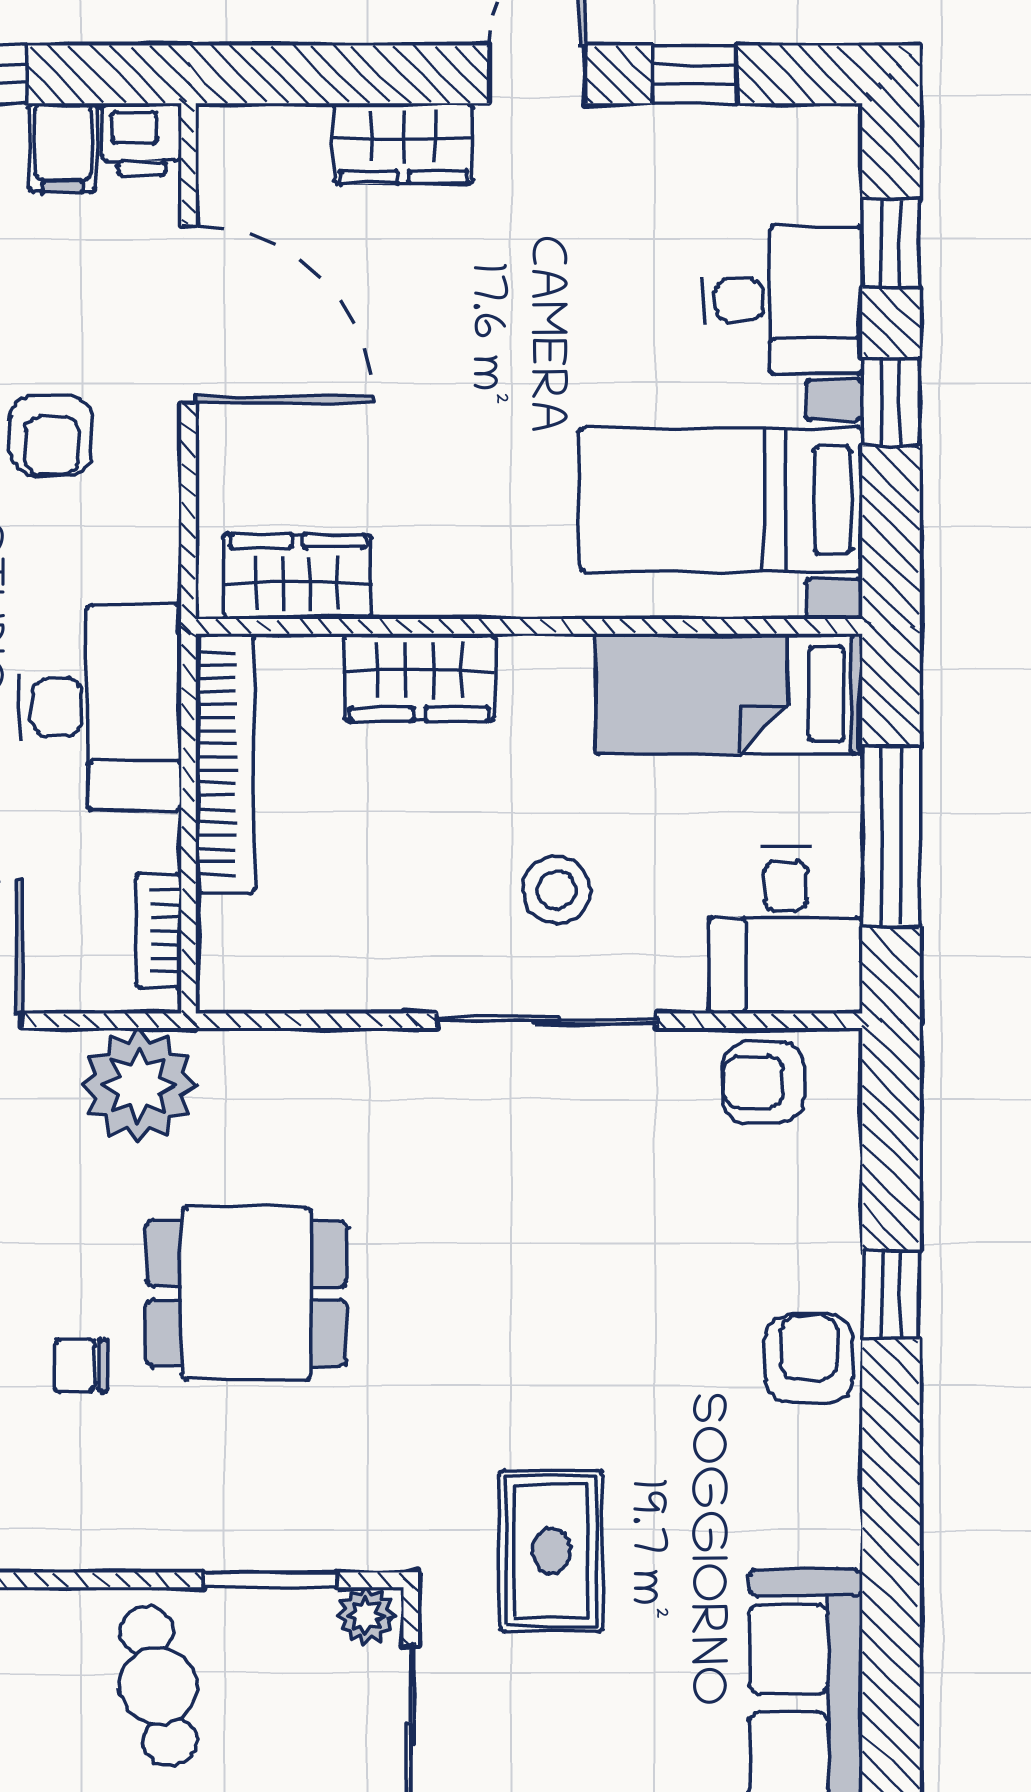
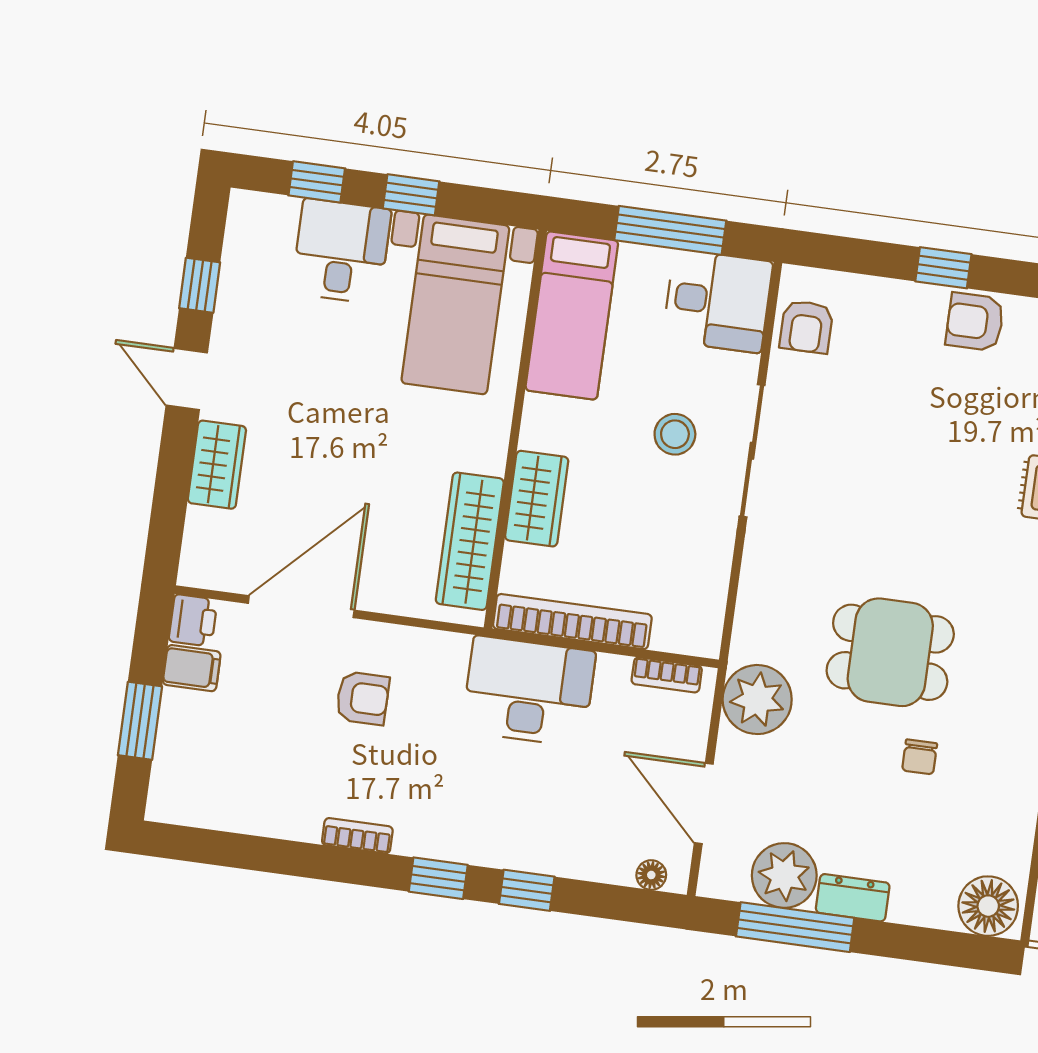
wardrobe: (298, 577) -> (470, 541), width x1.50
dining table: (246, 1293) -> (890, 652), turned 90

